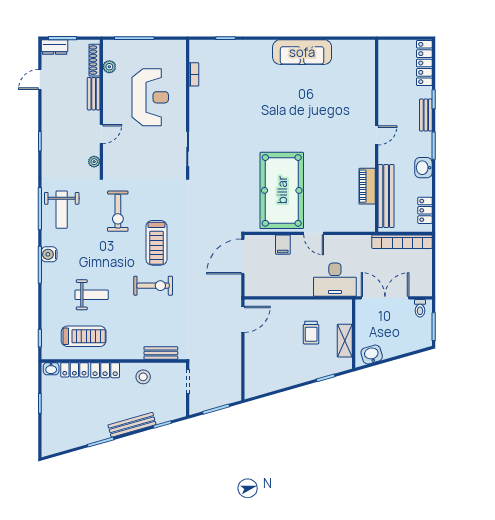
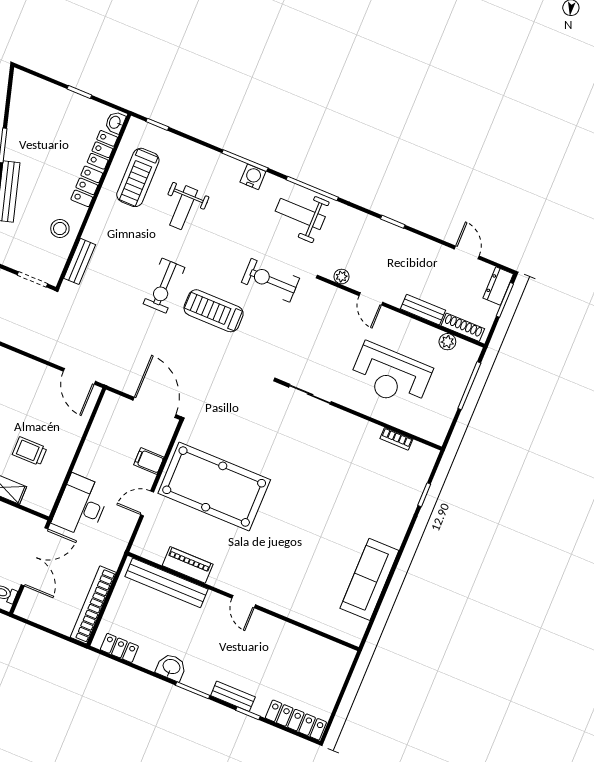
door: (377, 135) -> (244, 602), moved
wall: (377, 136) -> (243, 601), moved
piano: (367, 186) -> (188, 565), moved
bench: (386, 196) -> (167, 583), moved

